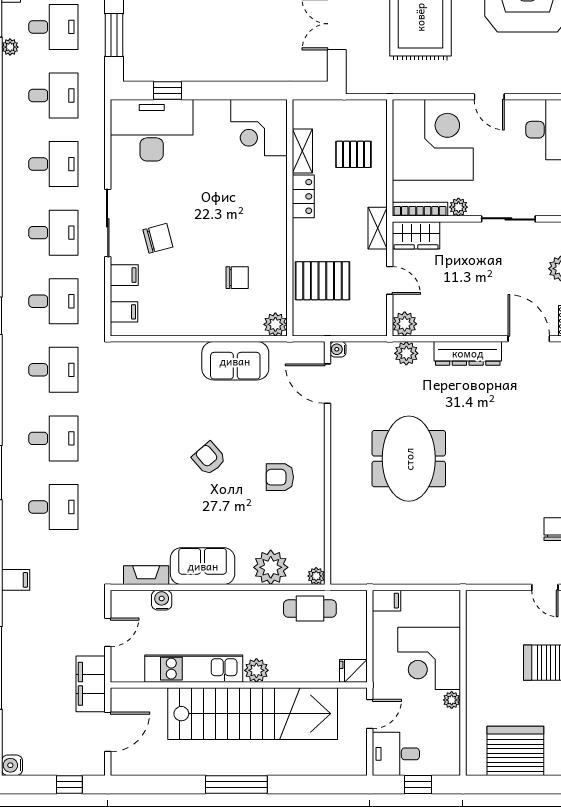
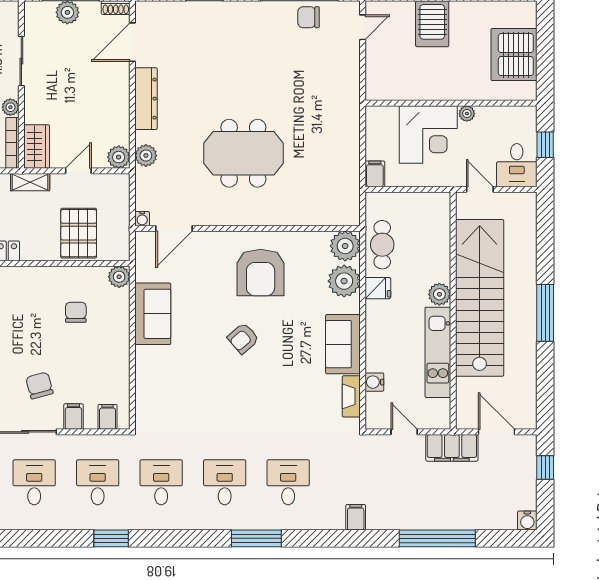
armchair: (280, 477) -> (261, 273), width x1.88, depth x1.88
plant: (316, 576) -> (345, 246), width x1.87, depth x1.87
fridge: (353, 671) -> (378, 288), moved, turned -90

